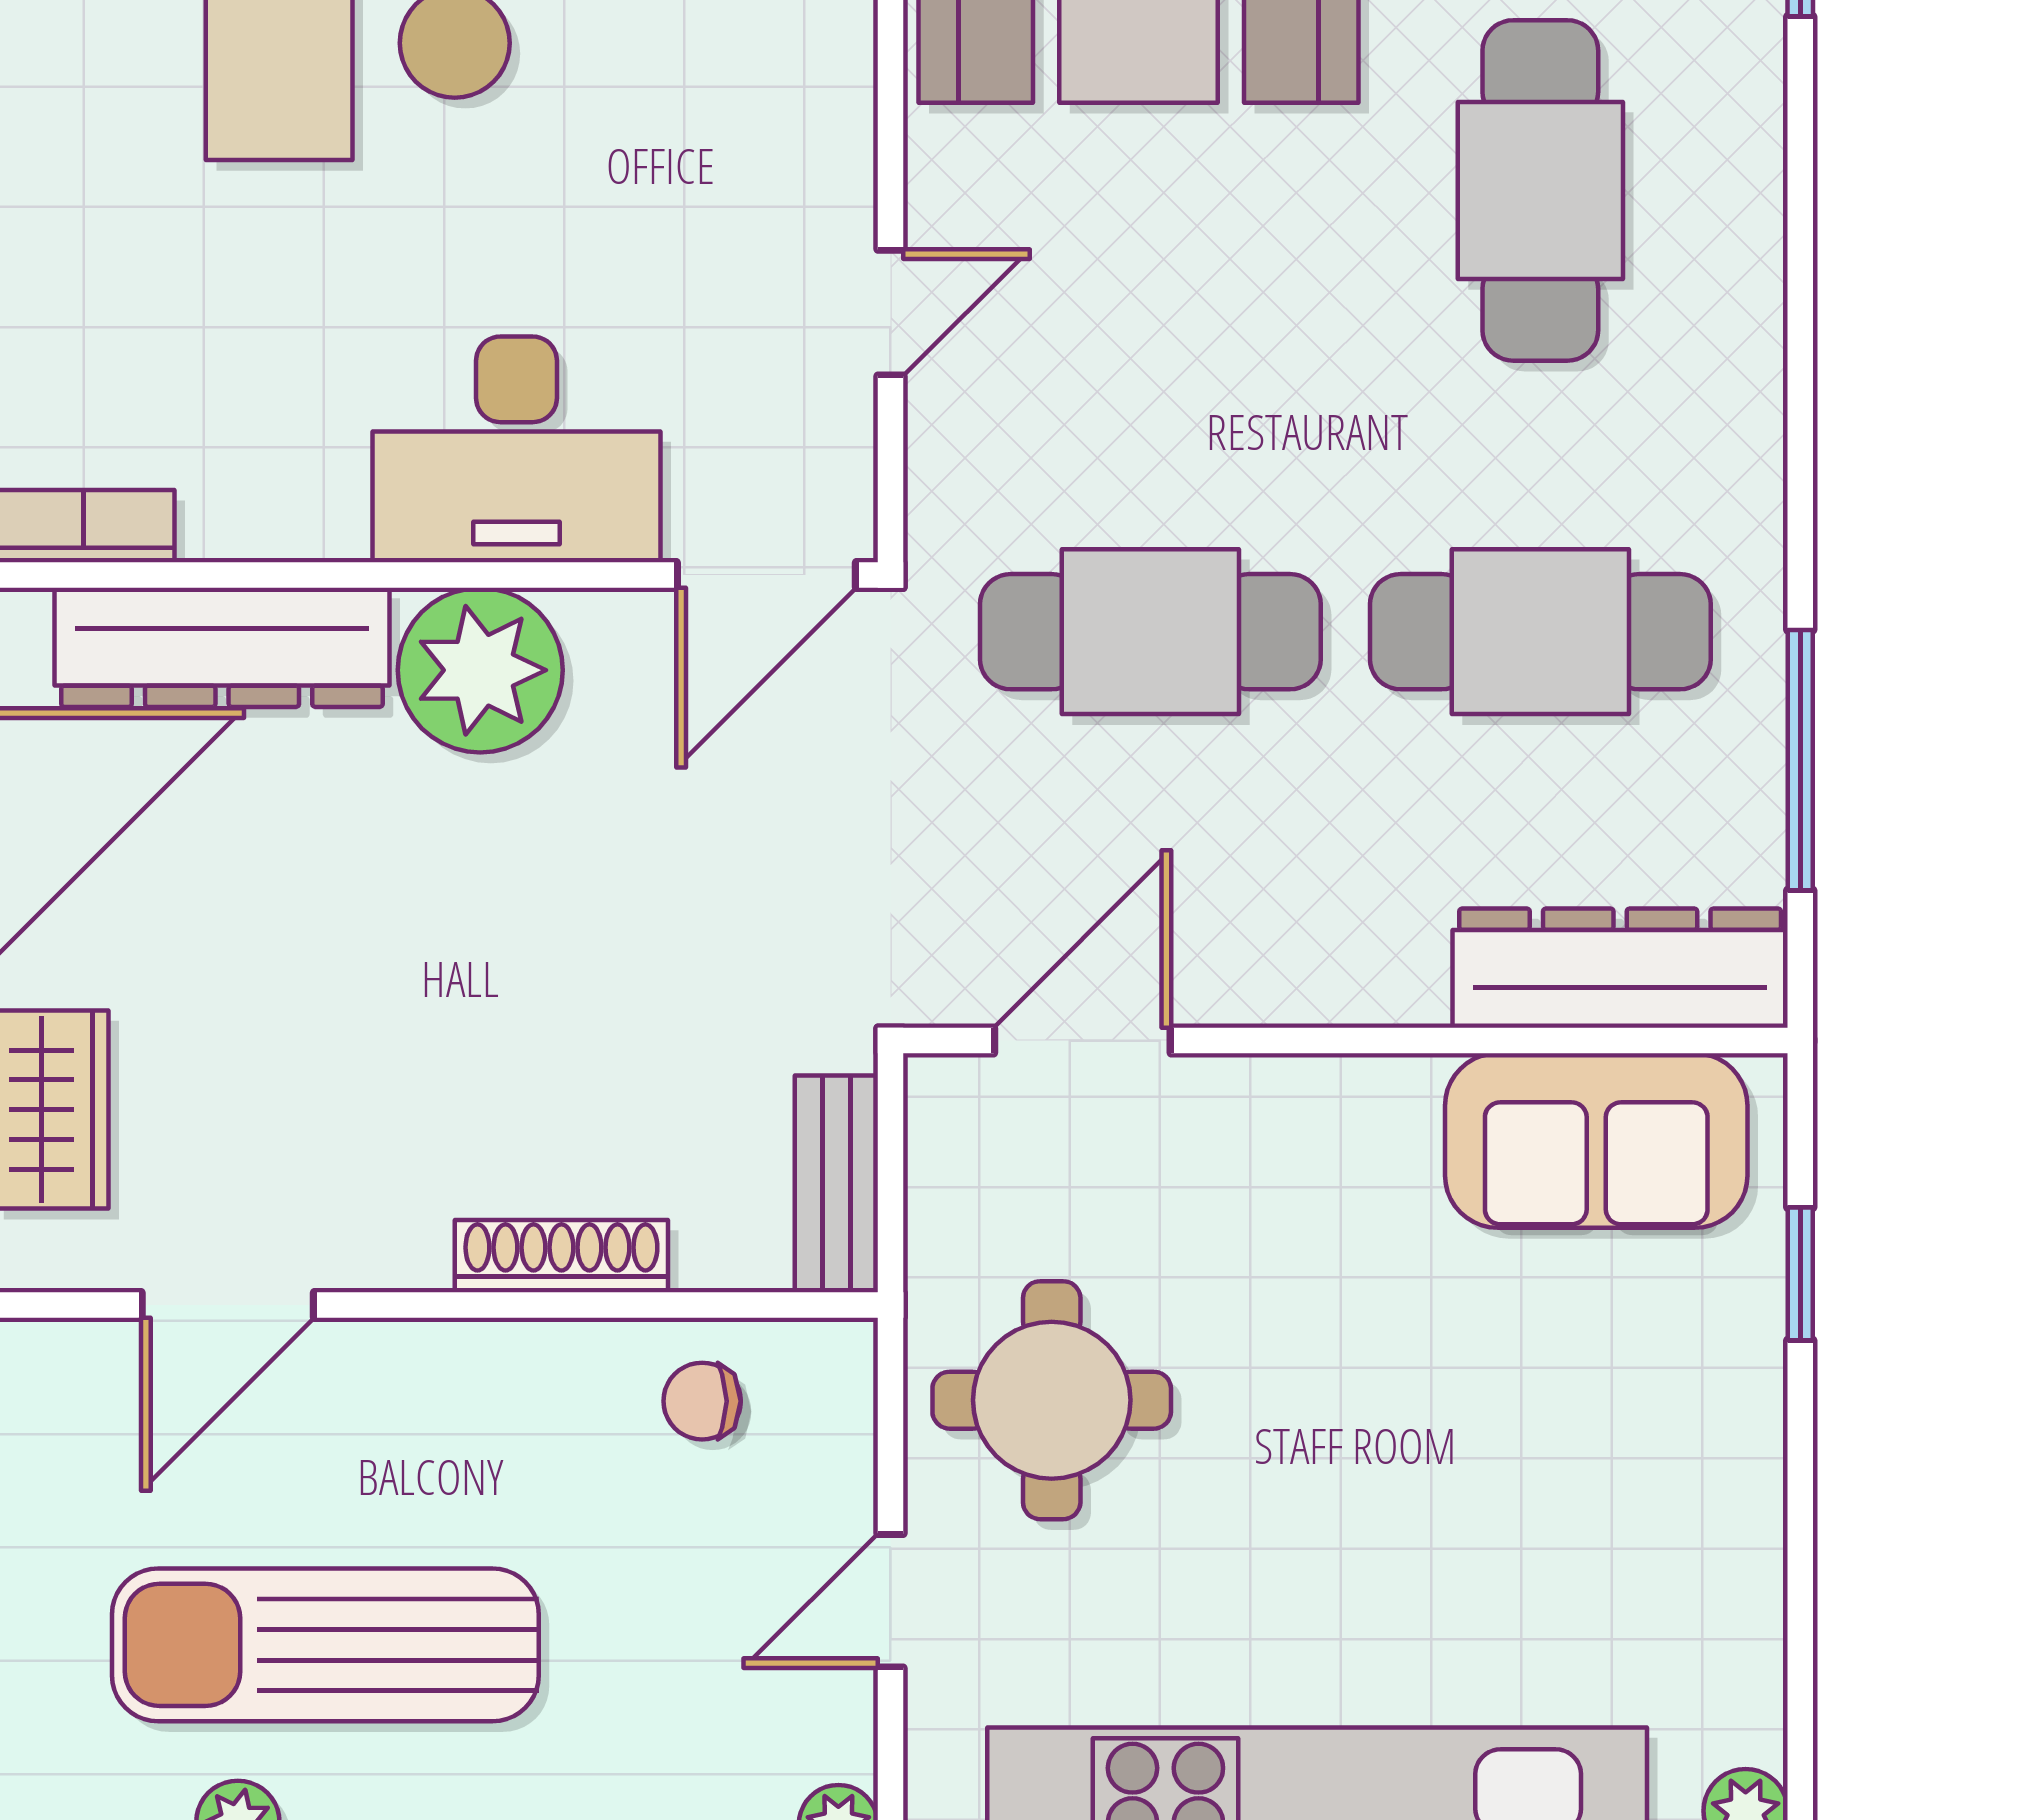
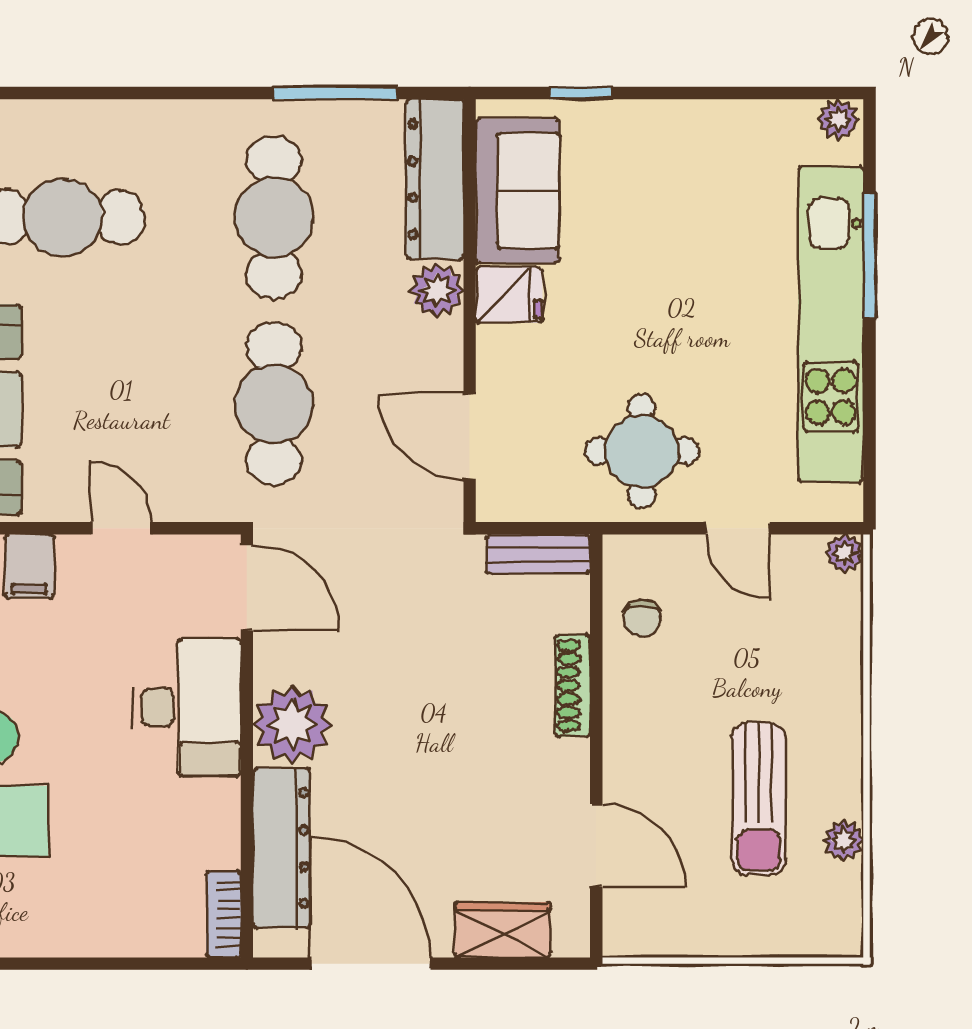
filing cabinet: (811, 121) -> (29, 567), added
plant: (1389, 972) -> (437, 290), added
fridge: (1378, 1123) -> (509, 295), added
sun lounger: (325, 1645) -> (759, 799), width x0.73, depth x0.75

